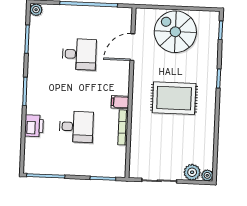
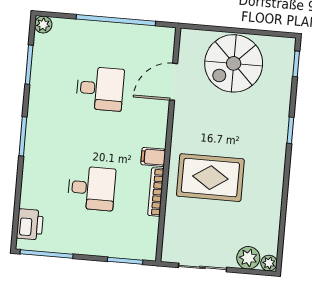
spiral stairs: (175, 32) -> (234, 63), turned -90
rug: (174, 98) -> (210, 178), moved
printer: (34, 126) -> (30, 224), moved

